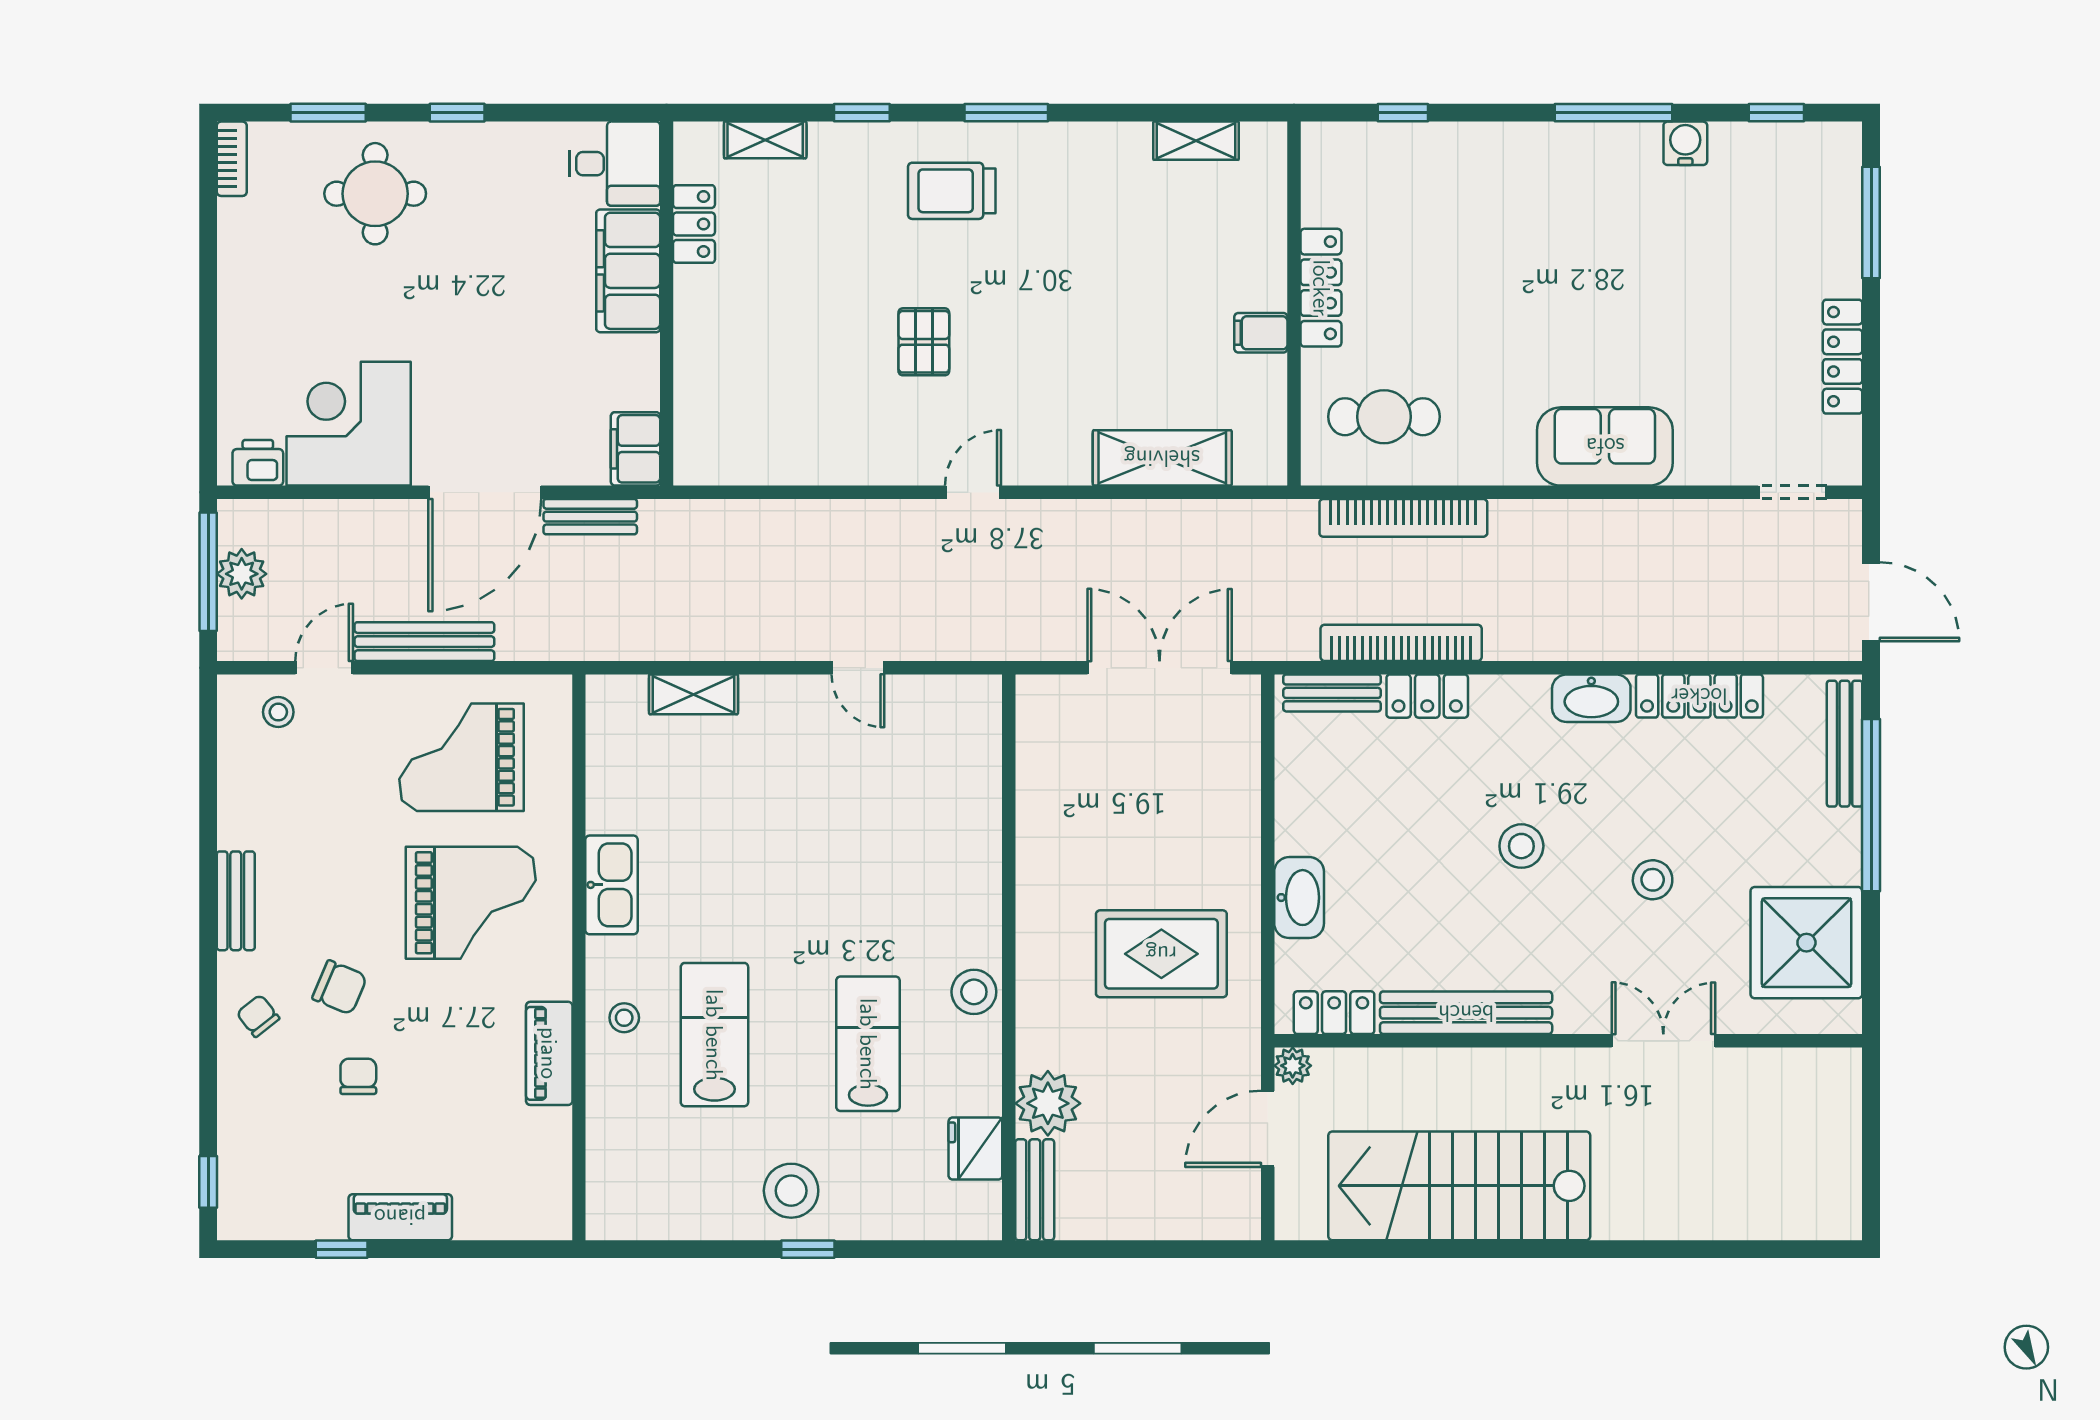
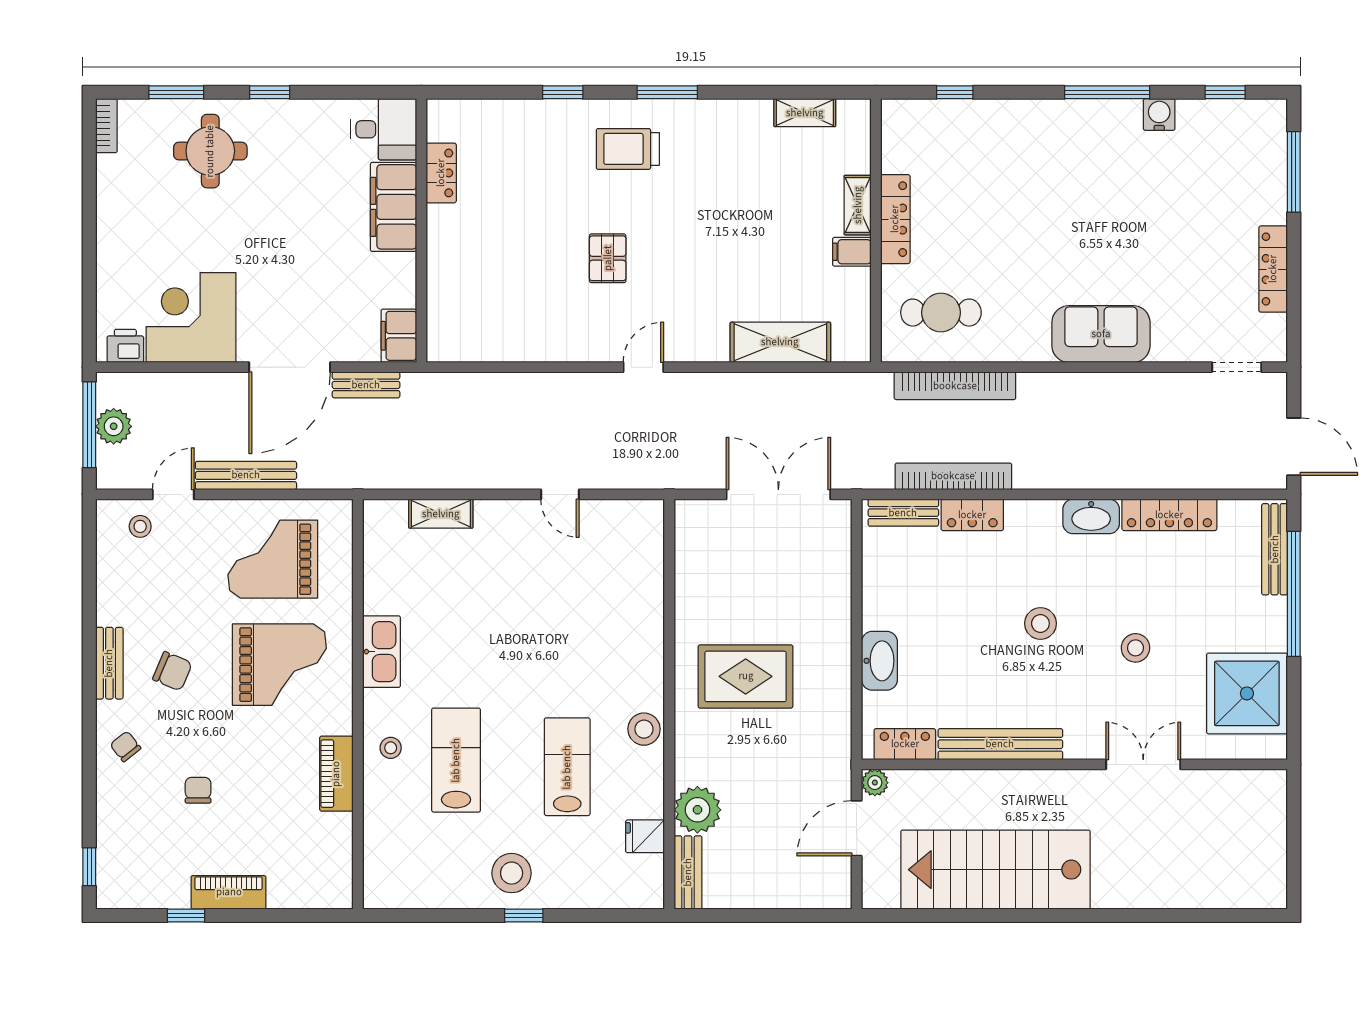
shelving: (765, 140) -> (858, 205), moved, turned 90
rug: (1161, 954) -> (746, 676), moved
chair: (340, 987) -> (172, 671), moved
fridge: (975, 1149) -> (645, 836), width x0.72

